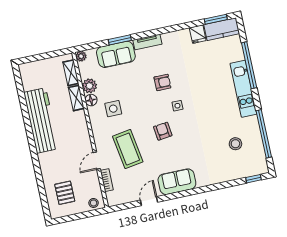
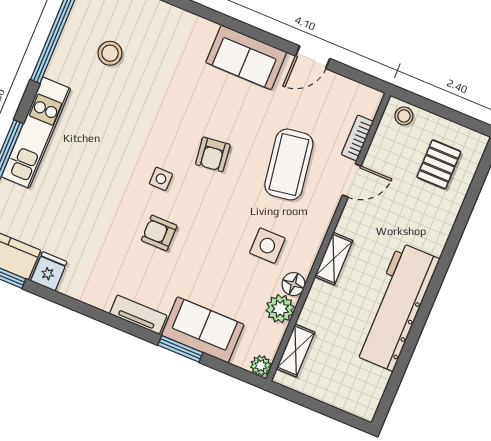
shelving: (76, 98) -> (334, 259), moved

